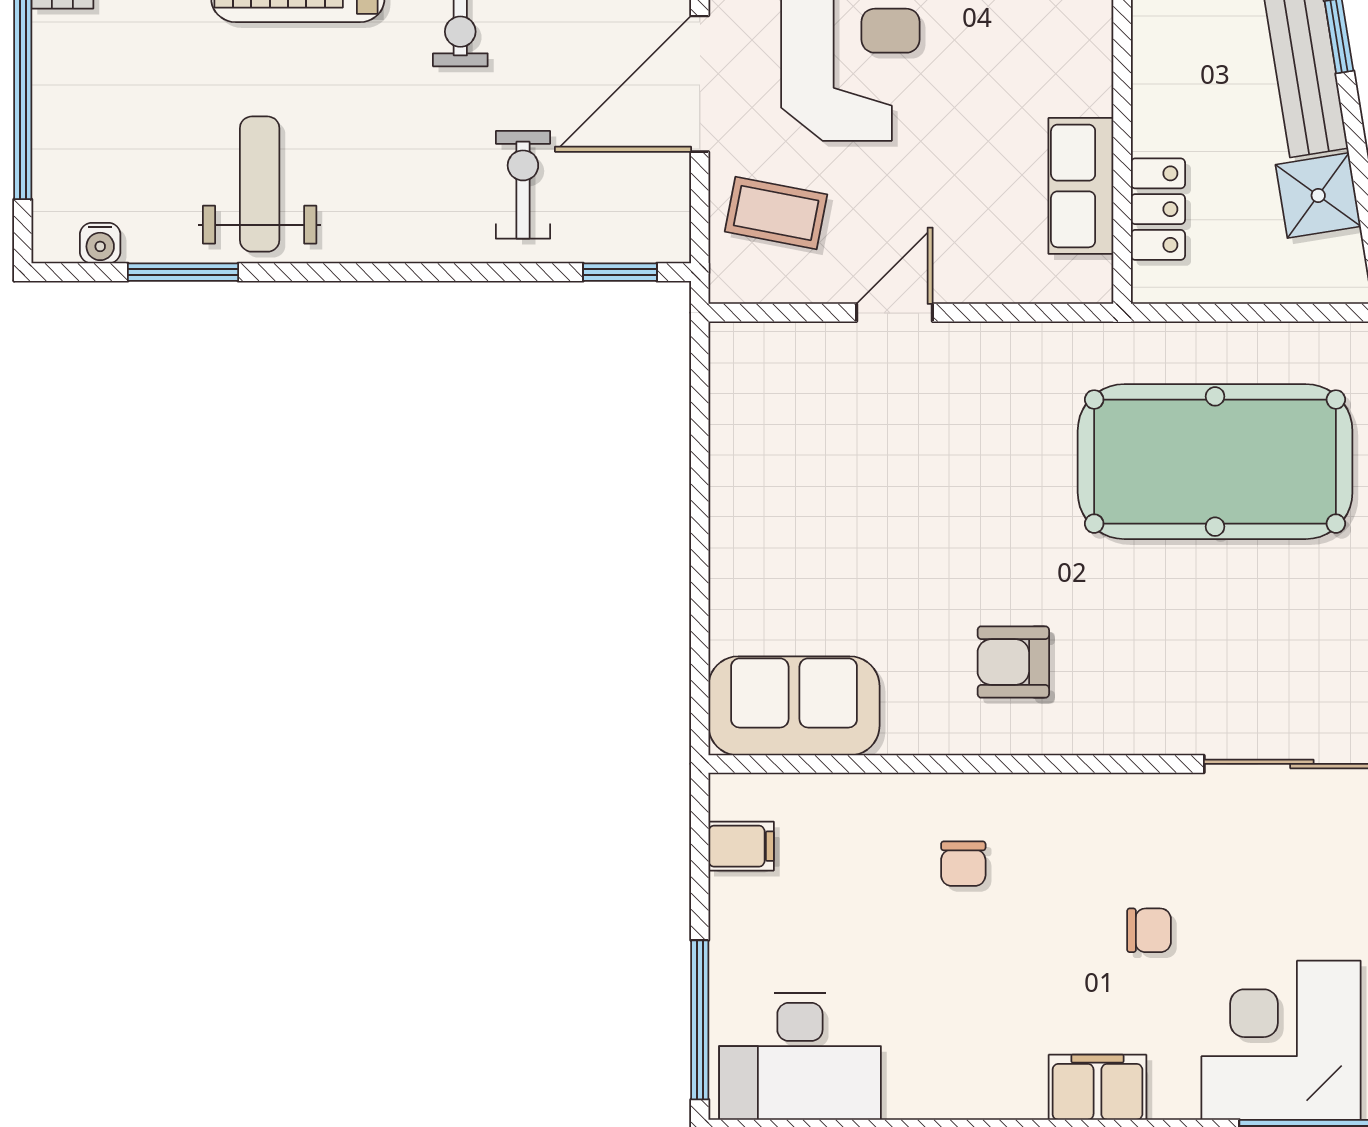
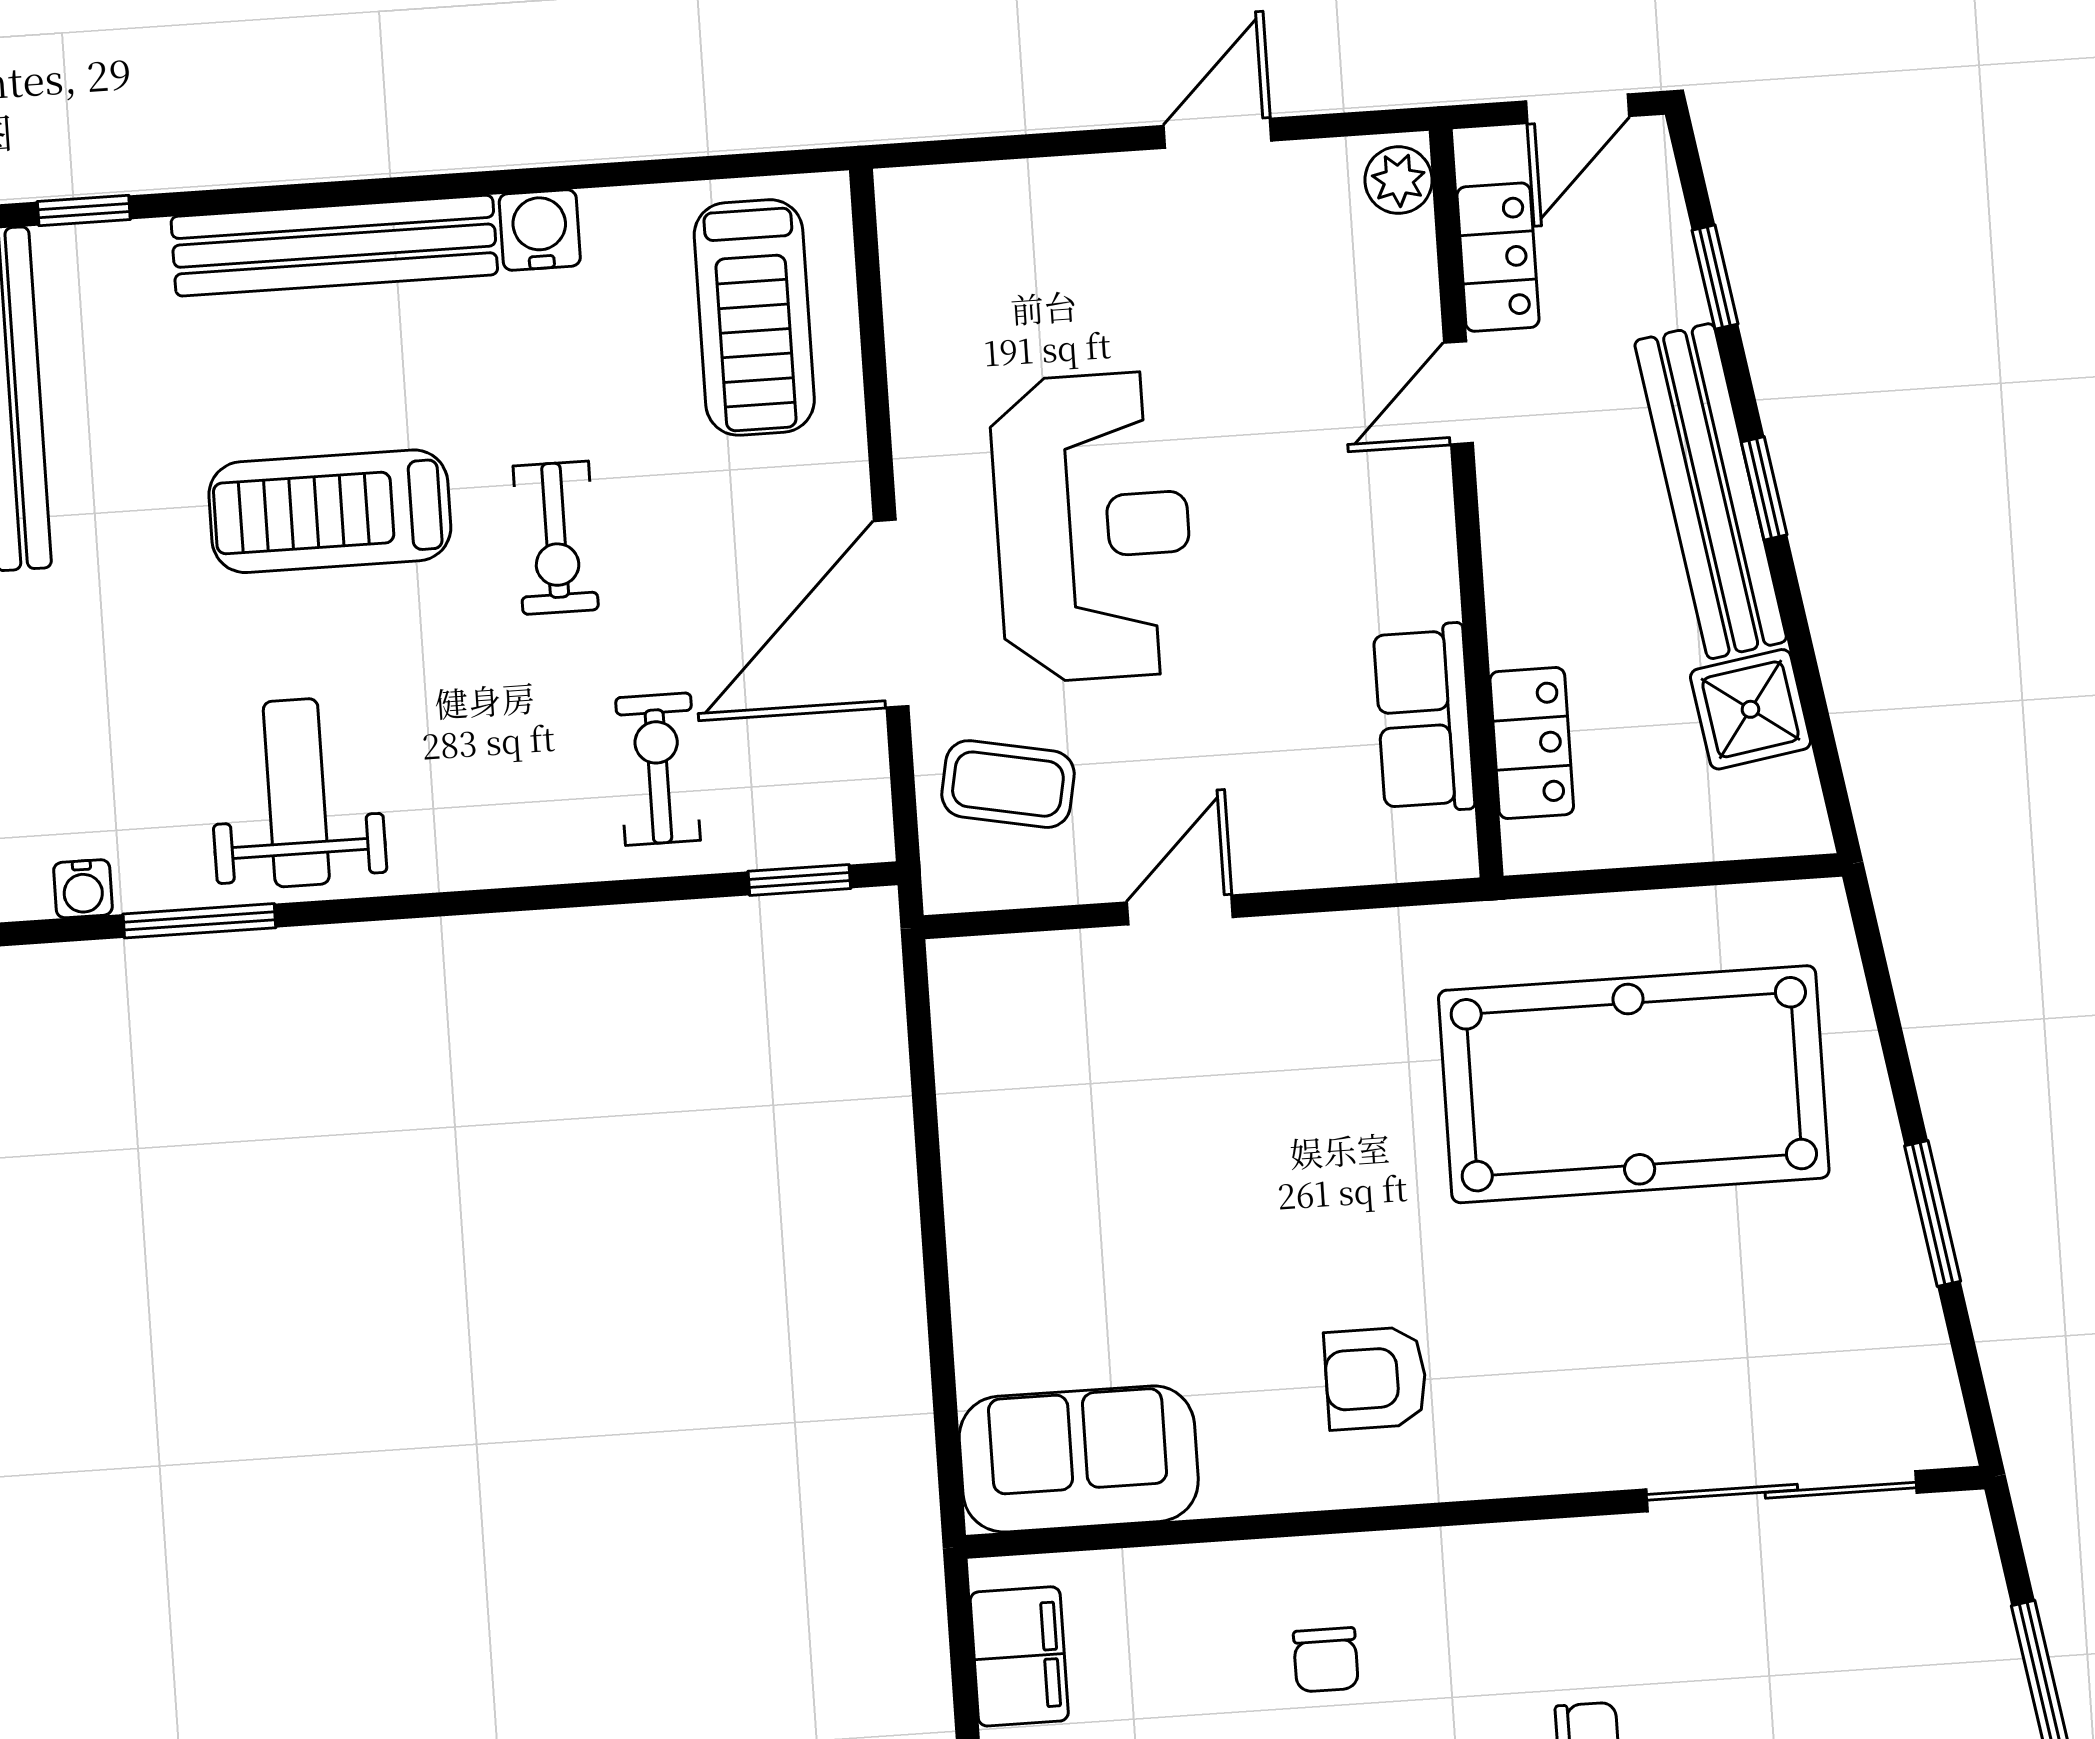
filing cabinet: (741, 846) -> (1019, 1656), width x2.00

